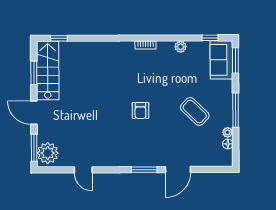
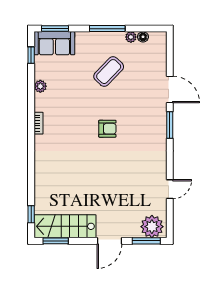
window: (34, 73) -> (56, 241), moved

